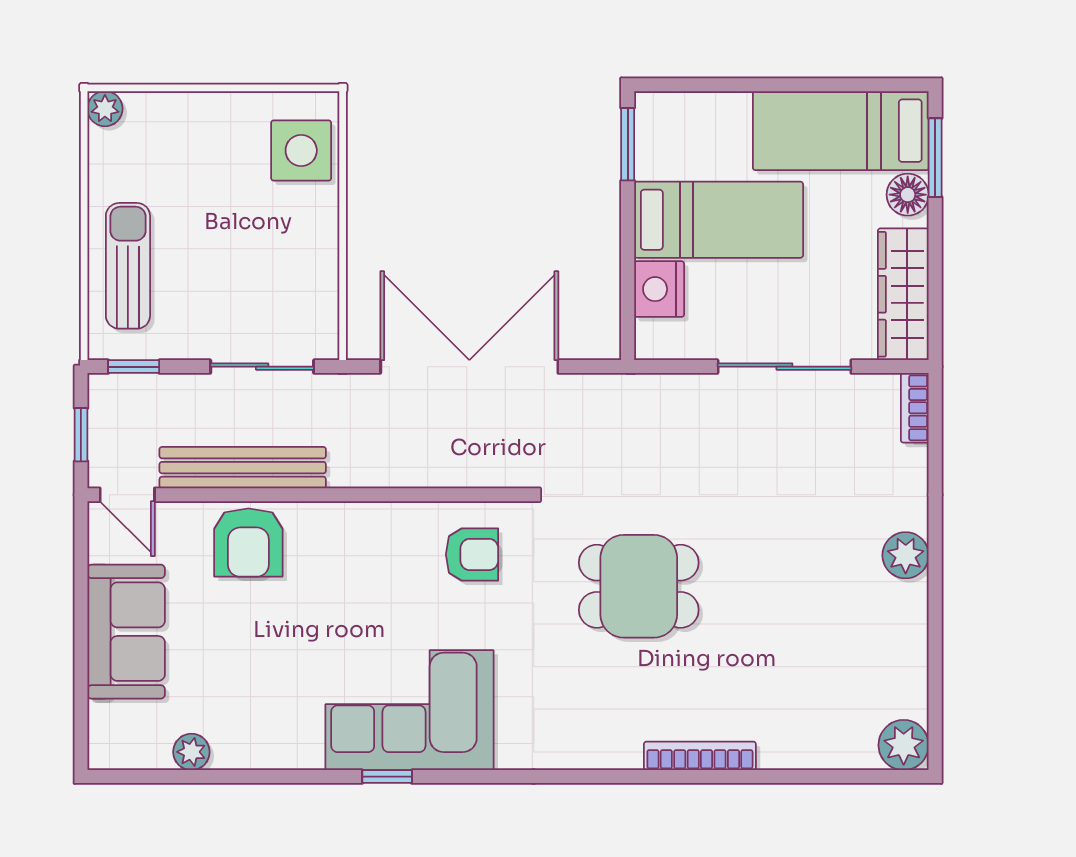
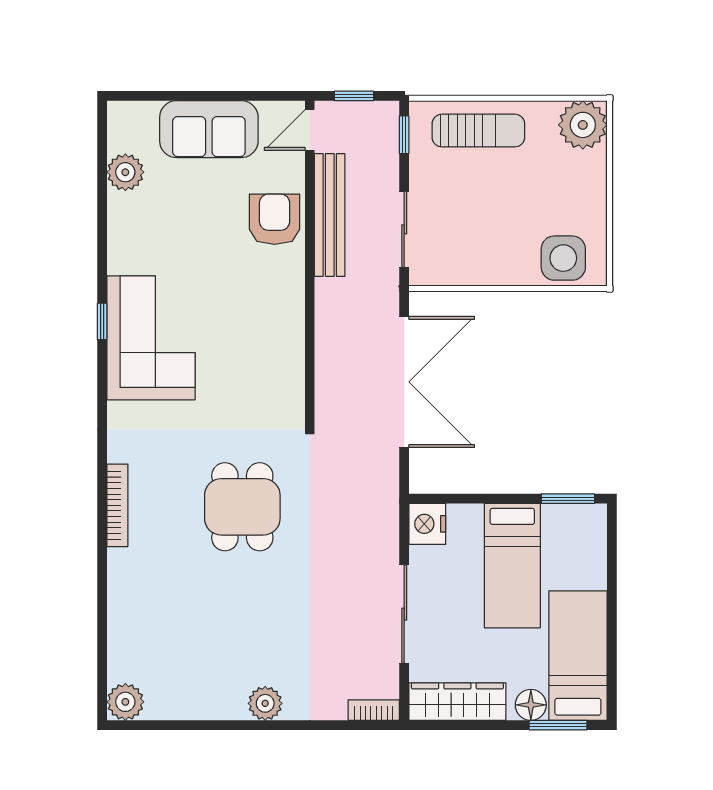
plant: (105, 109) -> (583, 125), width x1.87, depth x1.87
nightstand: (659, 289) -> (427, 524), moved, turned -90
armchair: (248, 542) -> (275, 219), turned 90
armchair: (472, 554) -> (266, 384), removed
plant: (191, 752) -> (125, 172), width x1.38, depth x1.38
bookcase: (700, 756) -> (117, 505), moved

